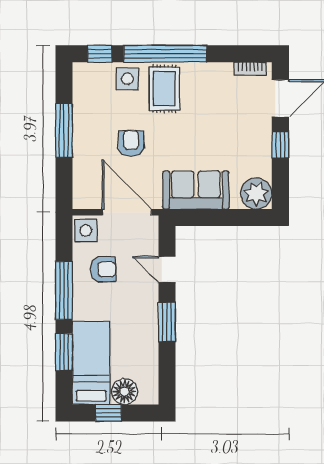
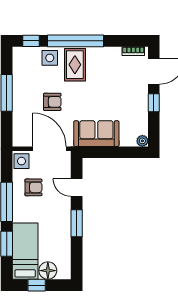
armchair: (131, 143) -> (52, 102), turned 90
plant: (256, 193) -> (142, 141), width x0.53, depth x0.53

